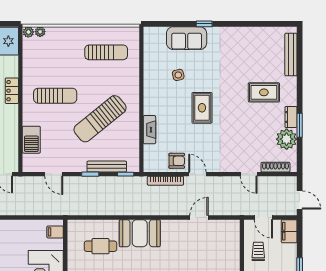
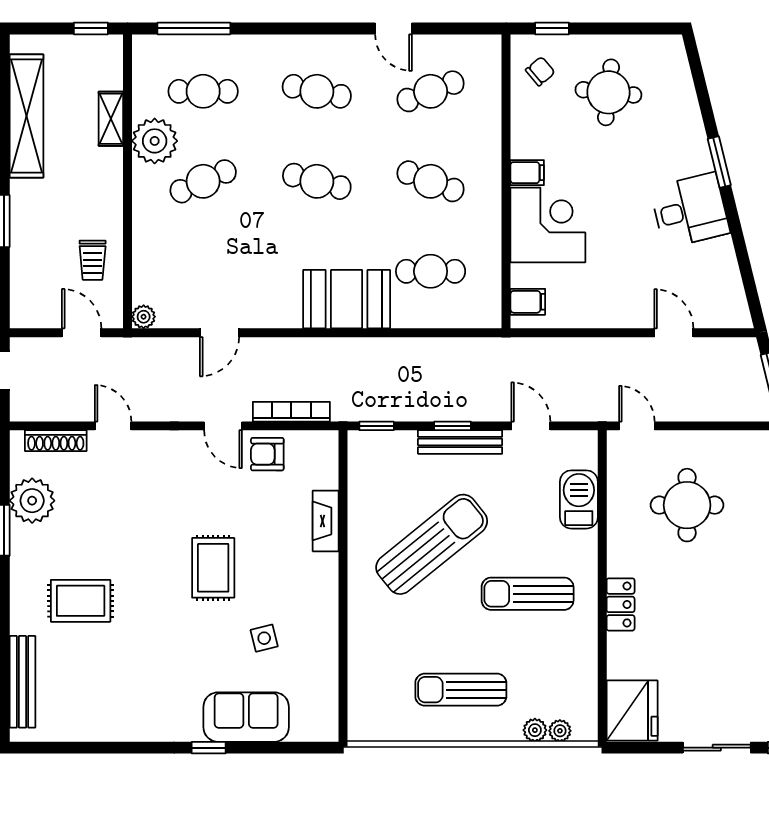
plant: (28, 32) -> (535, 730), moved
sun lounger: (106, 52) -> (461, 690), moved
dresser: (291, 117) -> (22, 548), removed
bench: (107, 166) -> (460, 442), moved
plant: (234, 225) -> (144, 317), added
filing cabinet: (289, 231) -> (26, 303), removed

